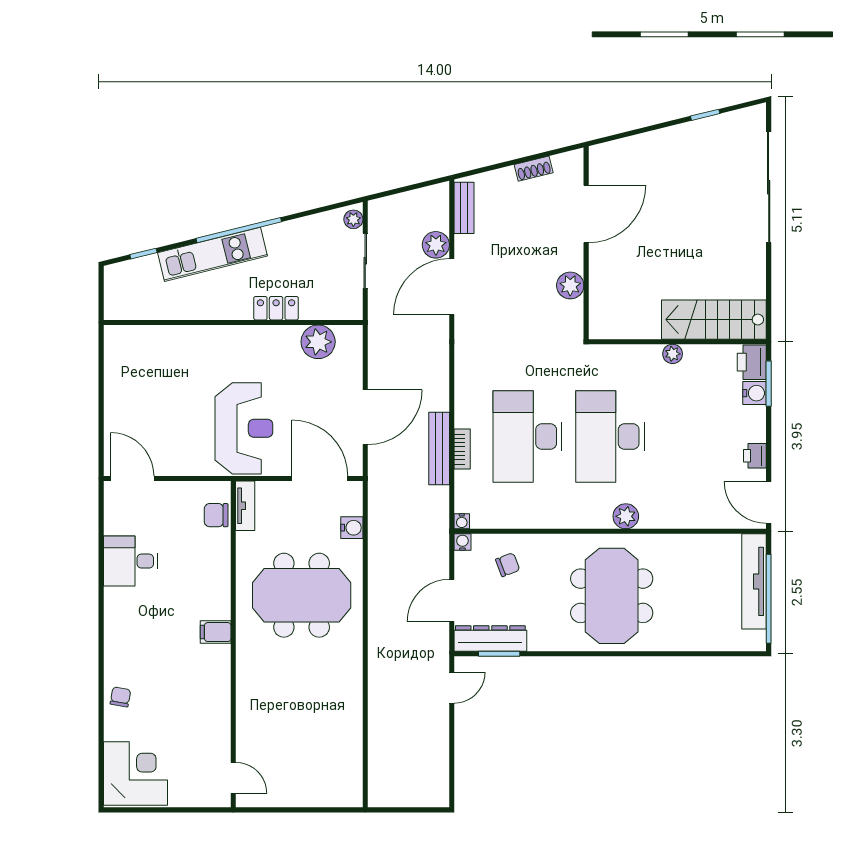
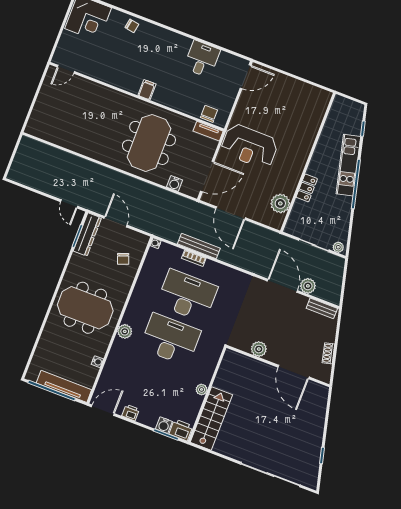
water cooler: (462, 542) -> (97, 362), moved

